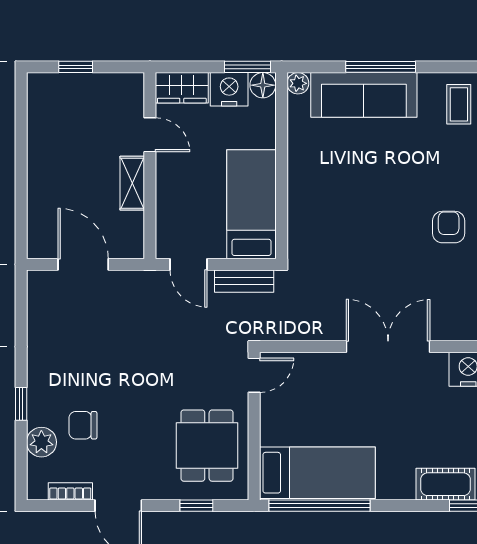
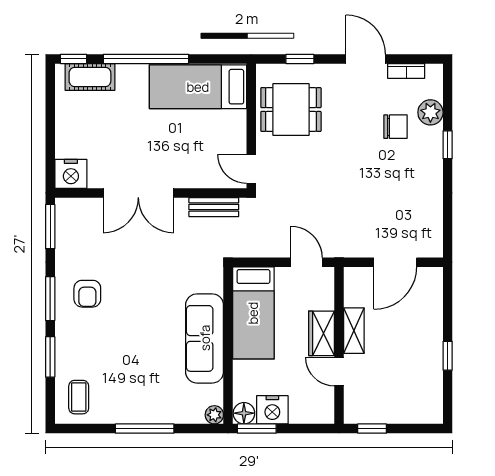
window: (76, 67) -> (372, 429), moved
wardrobe: (182, 88) -> (322, 333), moved, turned -90
sofa: (364, 95) -> (205, 338), moved, turned -90
window: (21, 153) -> (448, 356), added
door: (83, 264) -> (395, 262), hinge flipped
bench: (244, 281) -> (214, 207), moved
door: (254, 375) -> (251, 169), hinge flipped
dining table: (207, 446) -> (291, 110), turned 90
window: (320, 506) -> (146, 59), moved

